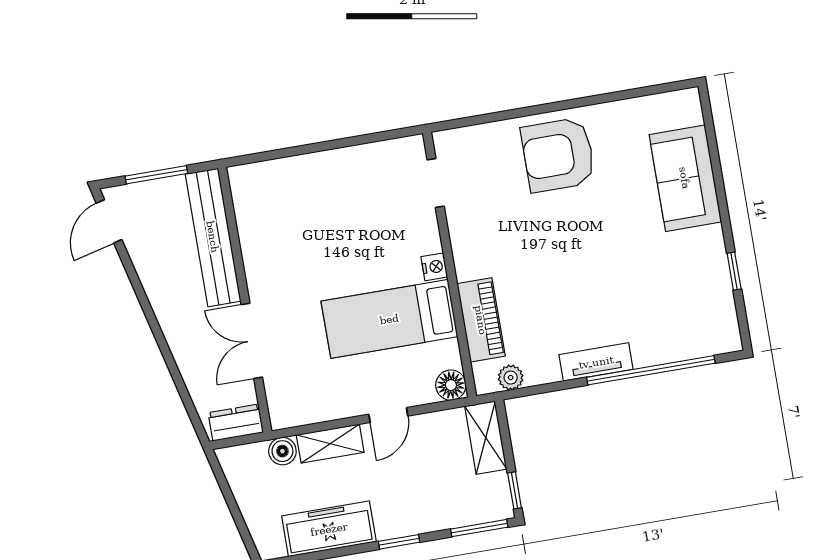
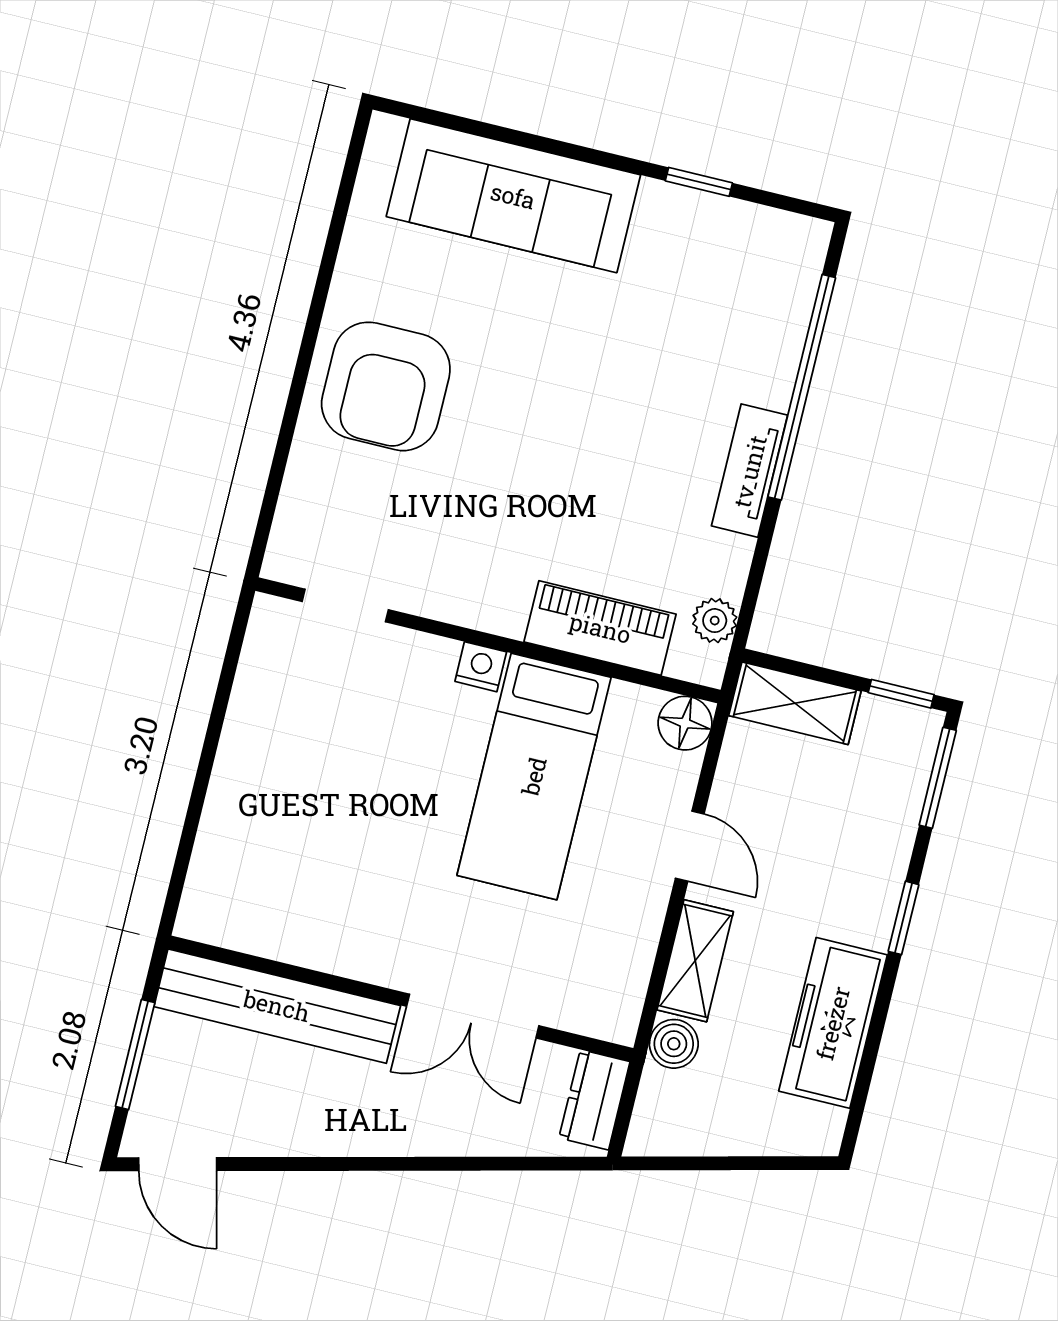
sofa: (685, 178) -> (513, 196), width x1.36

